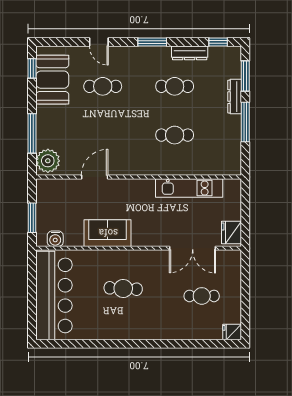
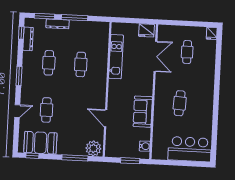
dresser: (190, 53) -> (28, 39), moved
bar counter: (54, 295) -> (190, 149), width x0.73

